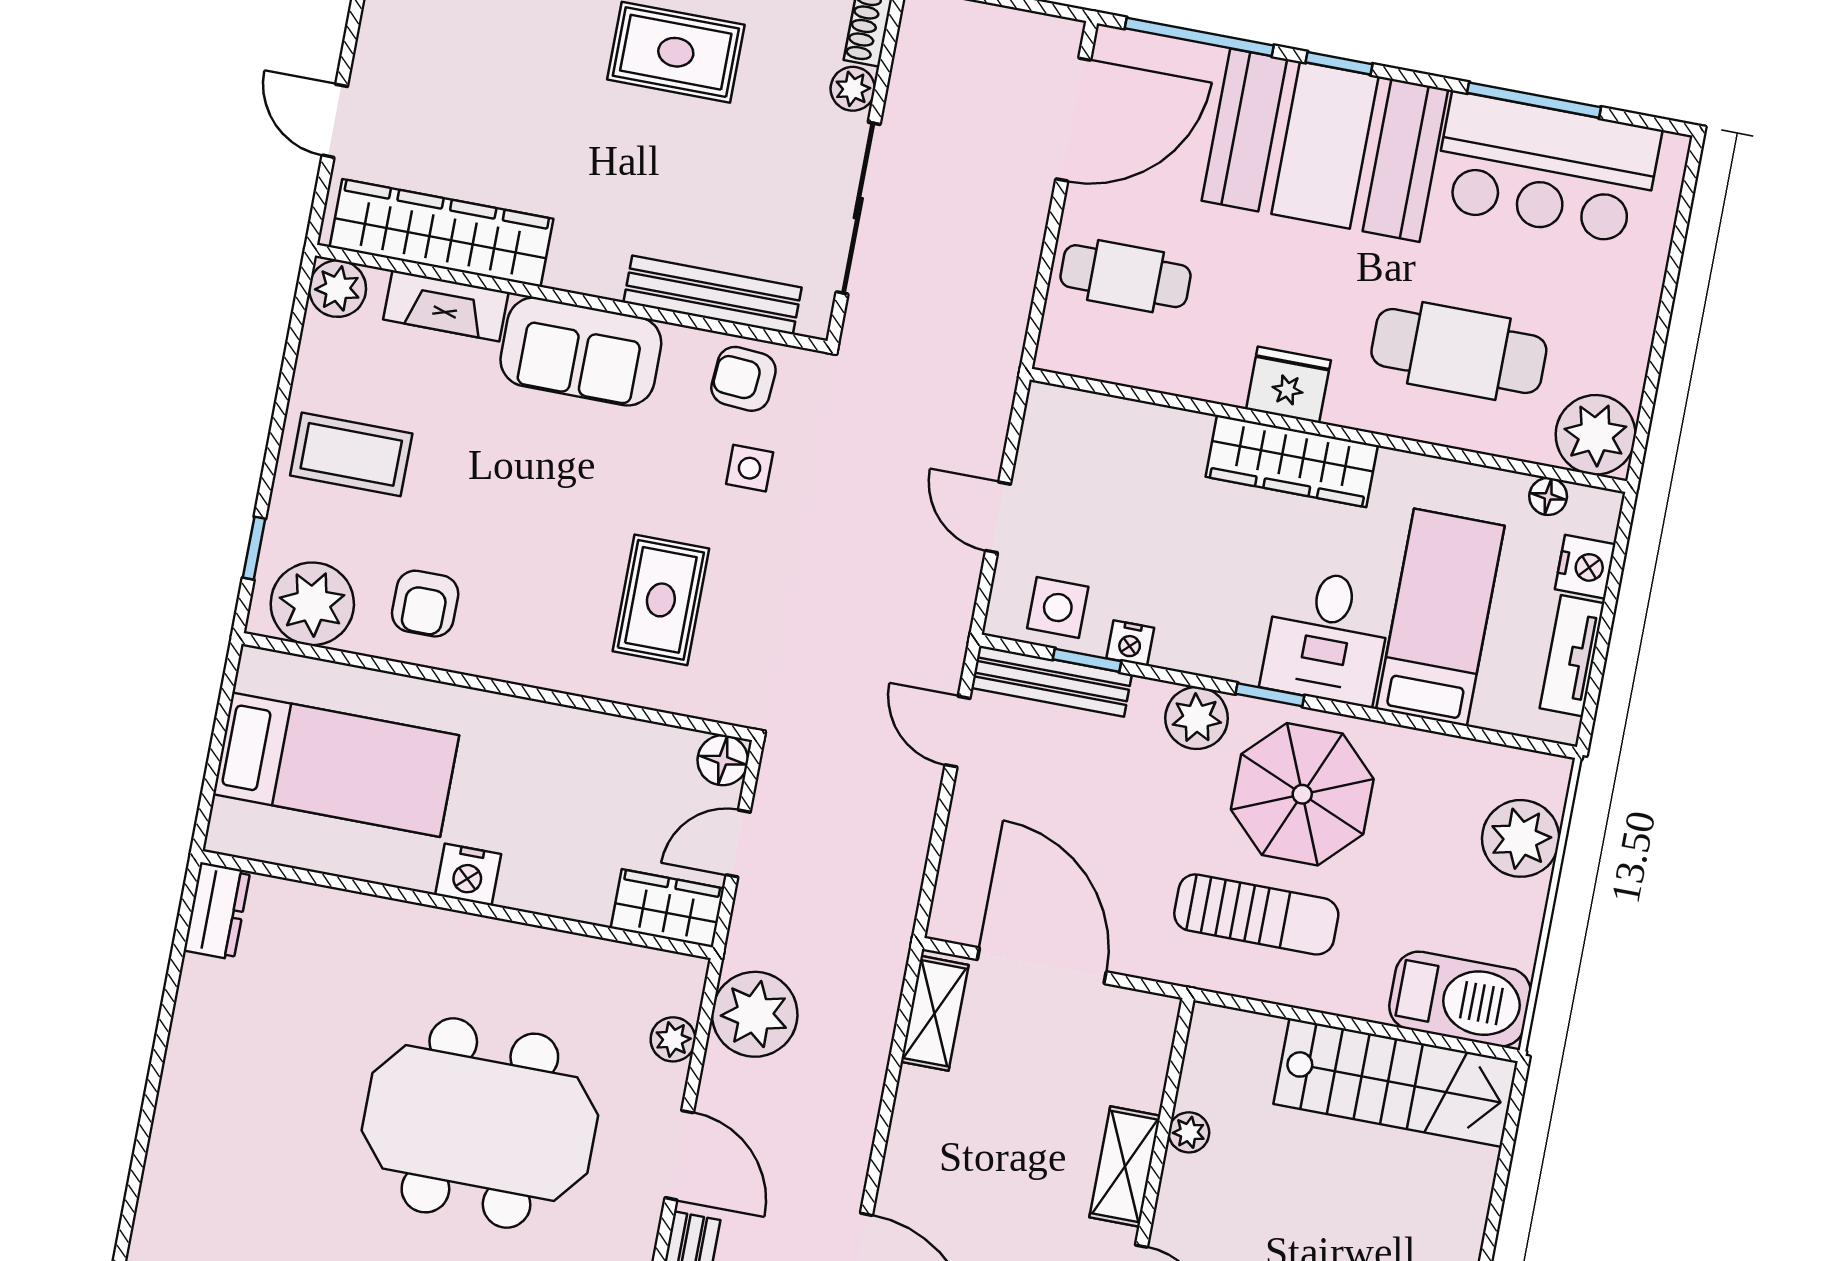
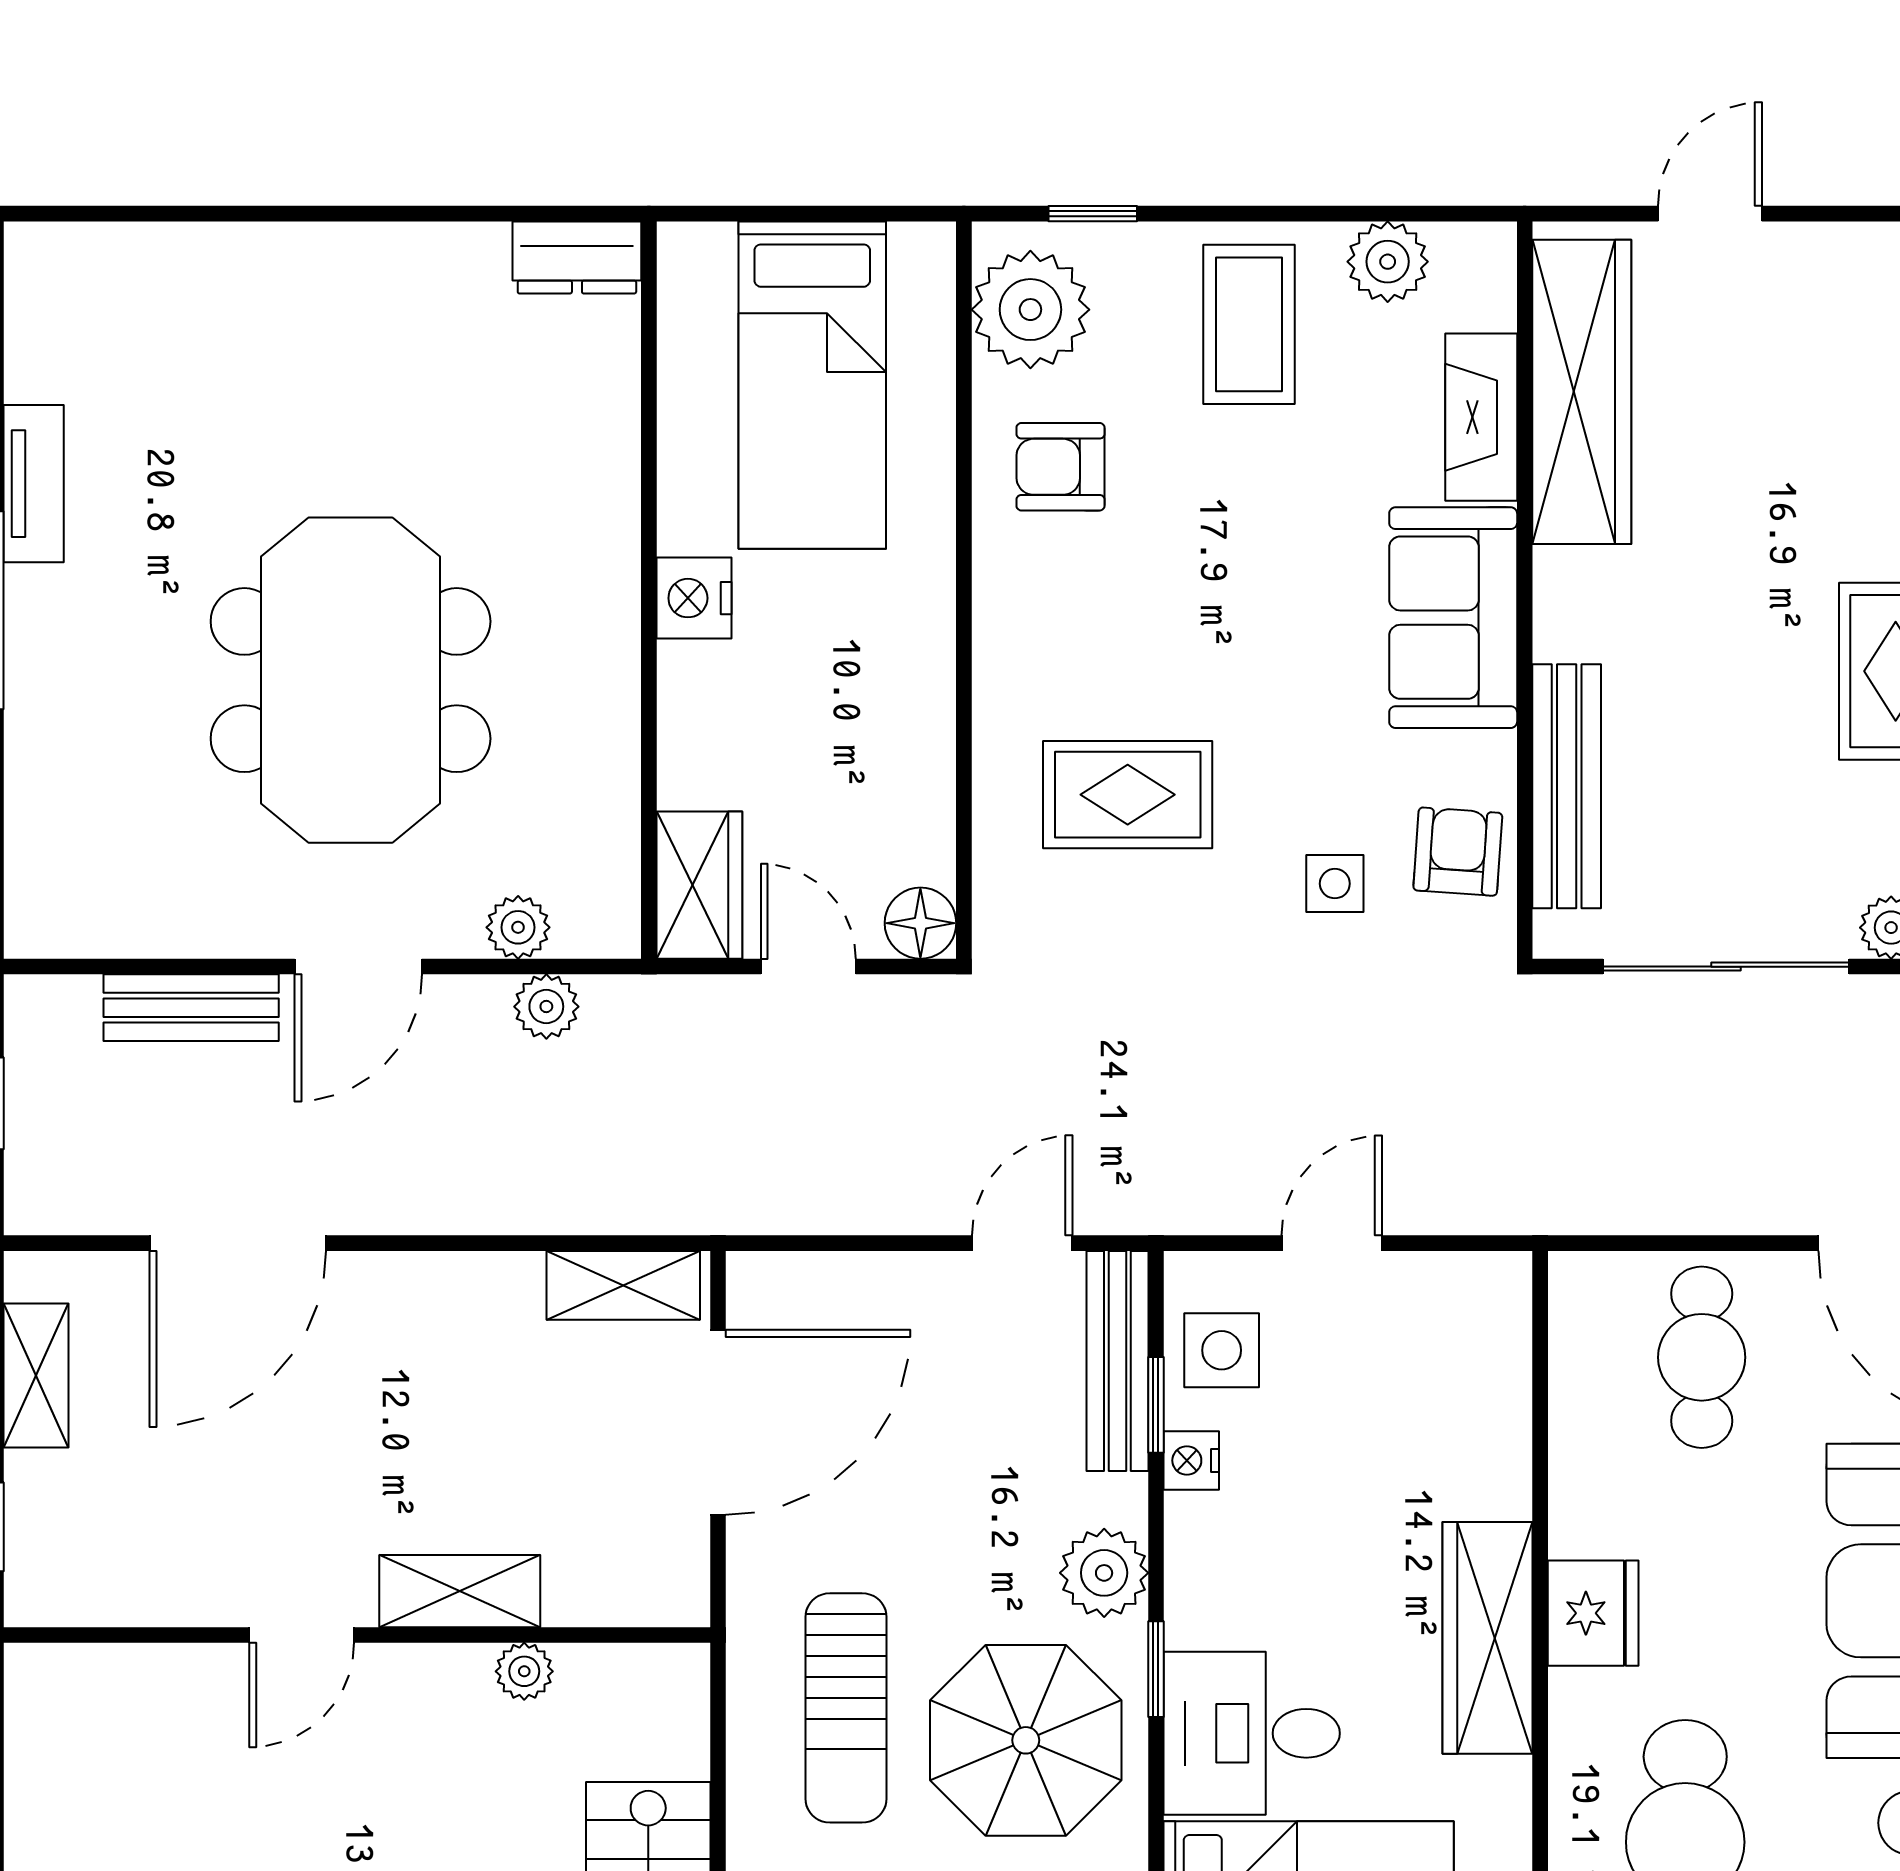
plant: (338, 289) -> (1388, 262), moved
plant: (755, 1014) -> (546, 1007), width x0.53, depth x0.53

